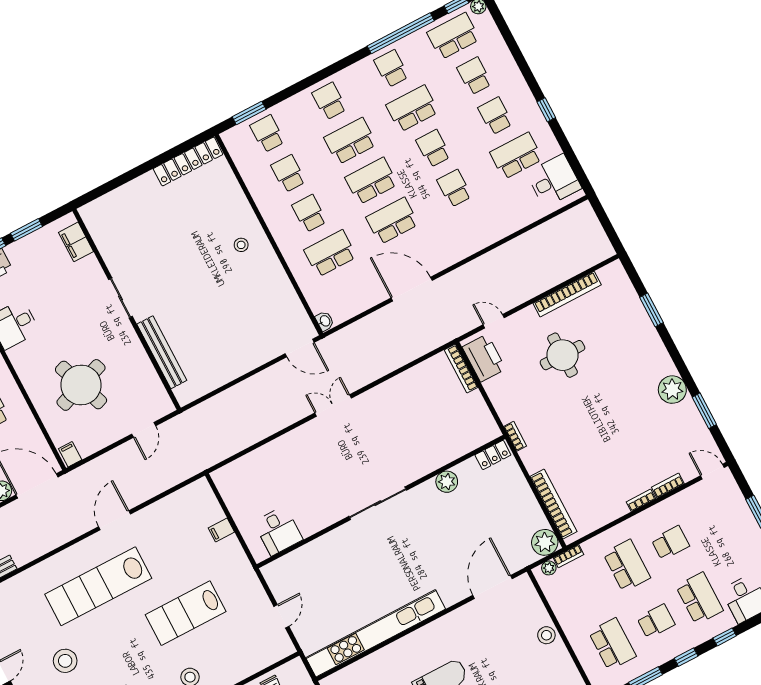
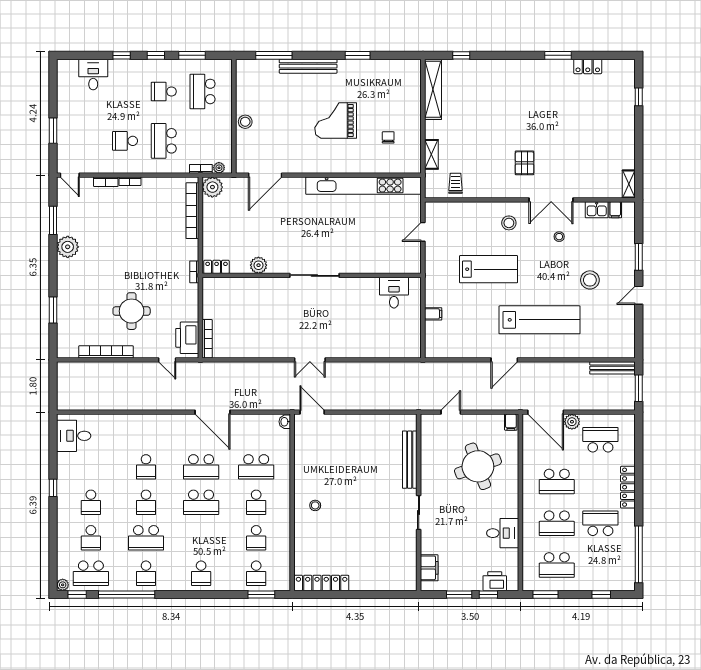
school desk: (350, 141) -> (201, 538), removed
school desk: (516, 156) -> (91, 467), removed
school desk: (700, 598) -> (125, 91), removed

